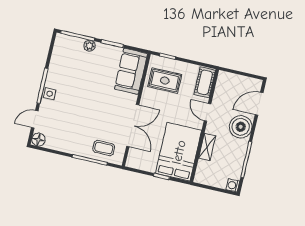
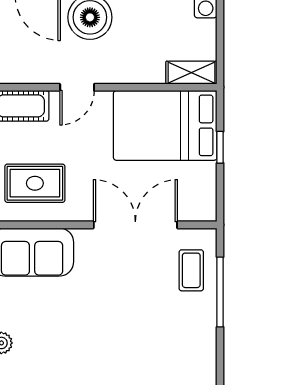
rug: (165, 81) -> (35, 183), turned 90
shelving: (207, 147) -> (191, 73), moved

